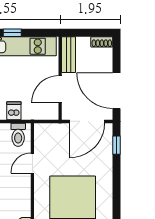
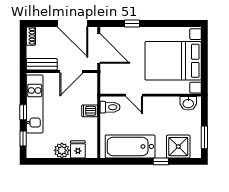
door: (60, 89) -> (71, 71), hinge flipped
door: (116, 91) -> (73, 24), hinge flipped
window: (116, 145) -> (132, 24), moved

